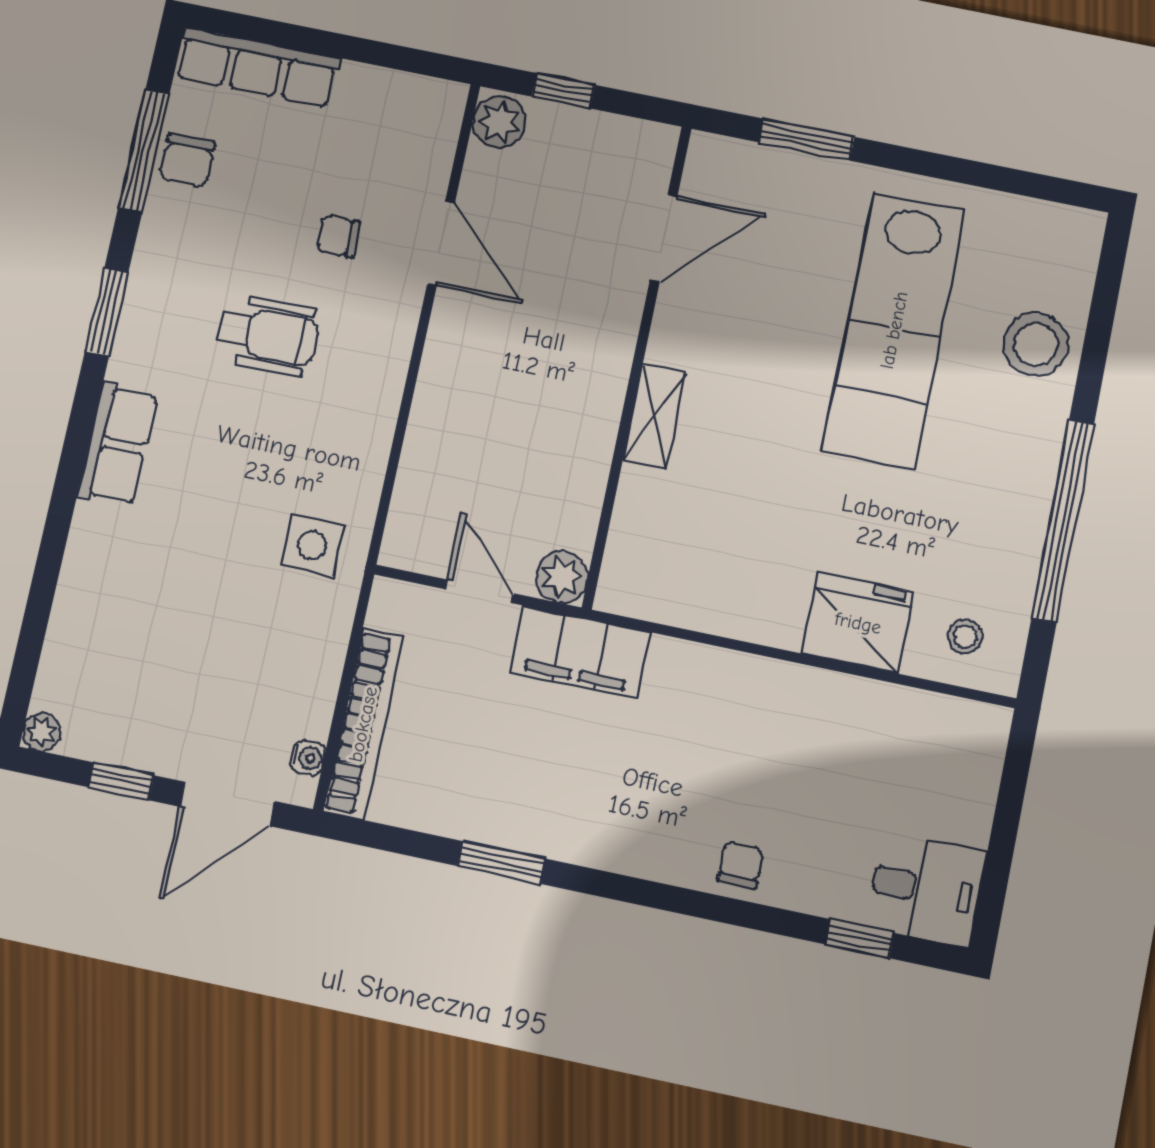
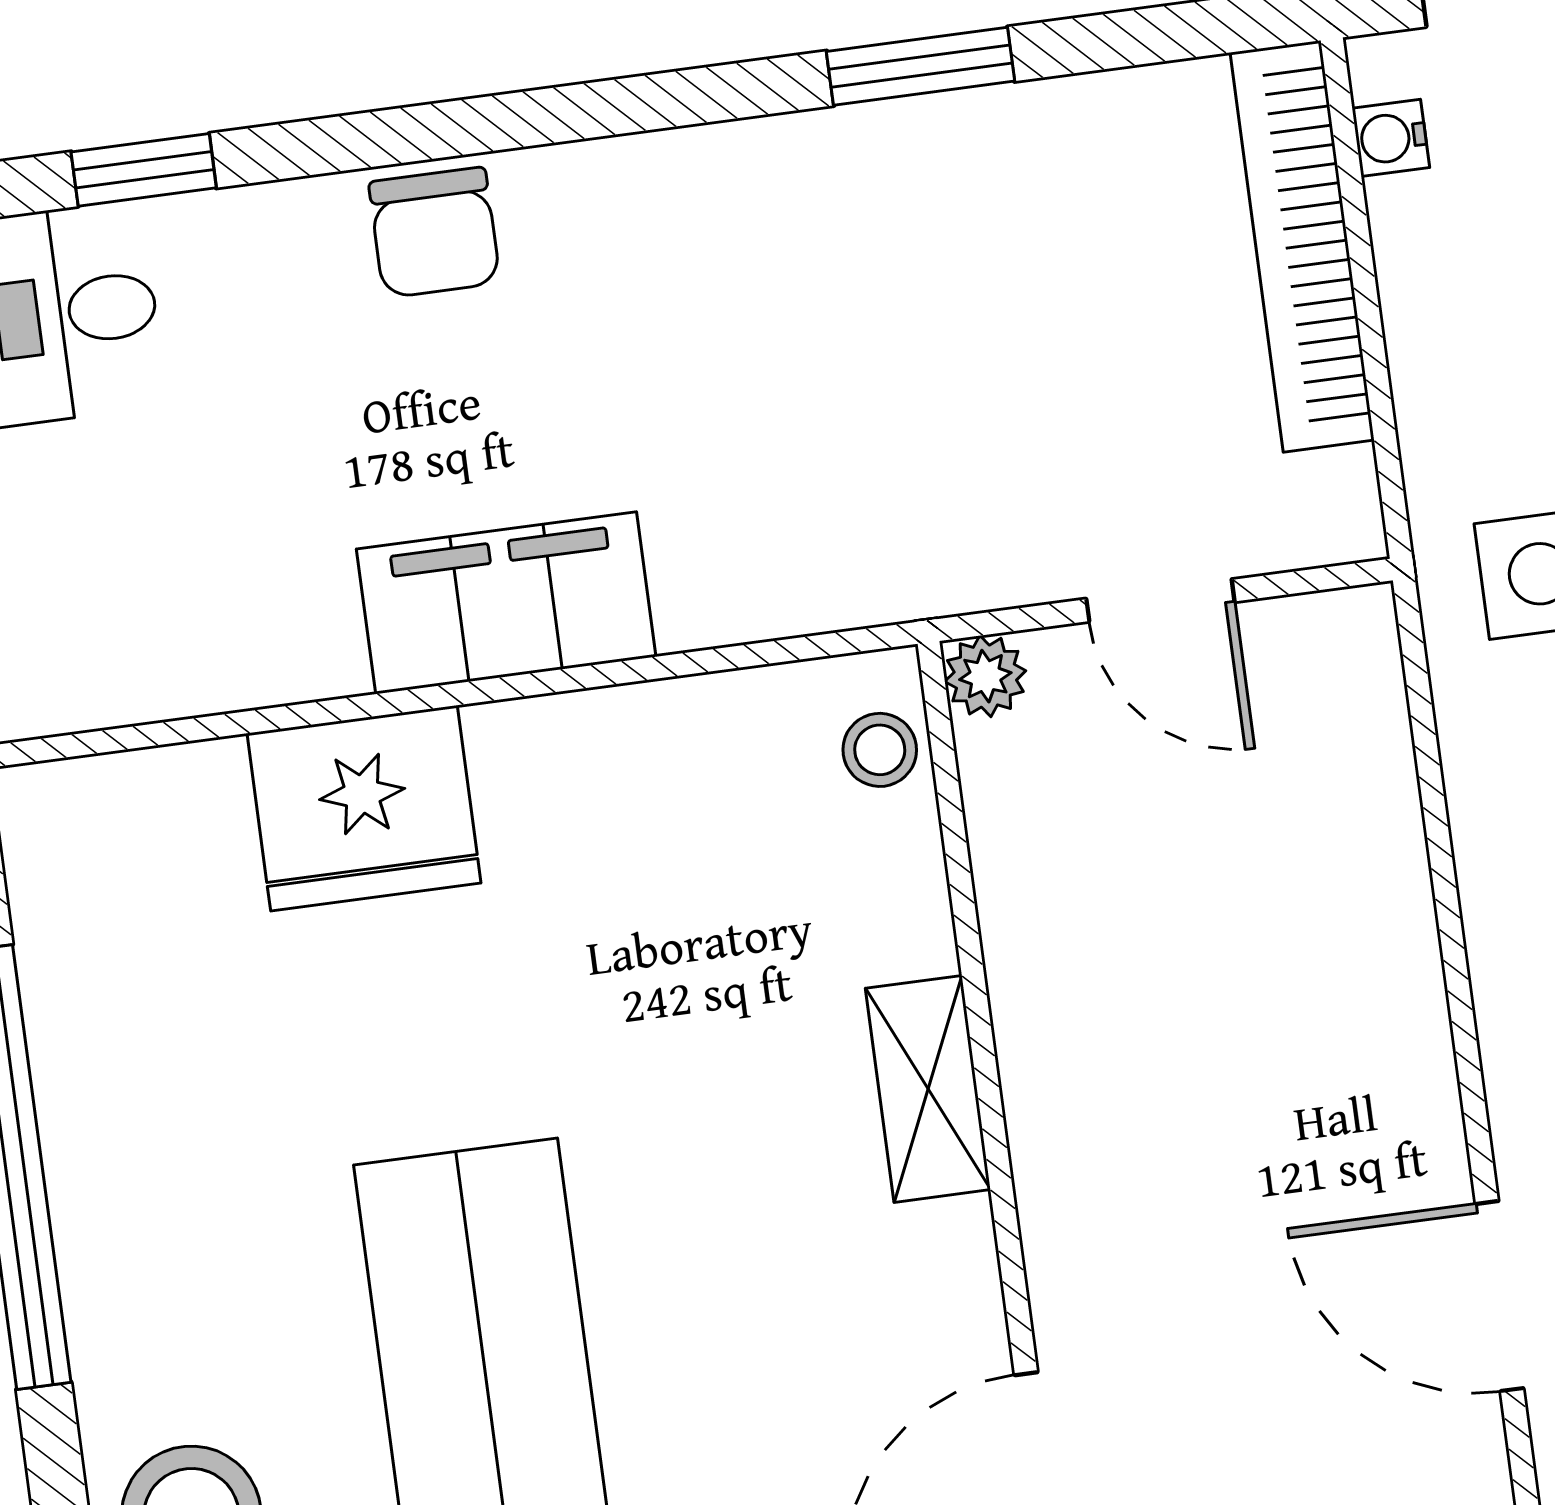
plant: (562, 577) -> (985, 676), width x0.73, depth x0.73
stool: (965, 637) -> (880, 750), moved
filing cabinet: (580, 652) -> (506, 603), moved
chair: (740, 865) -> (434, 232), width x1.37, depth x1.37

